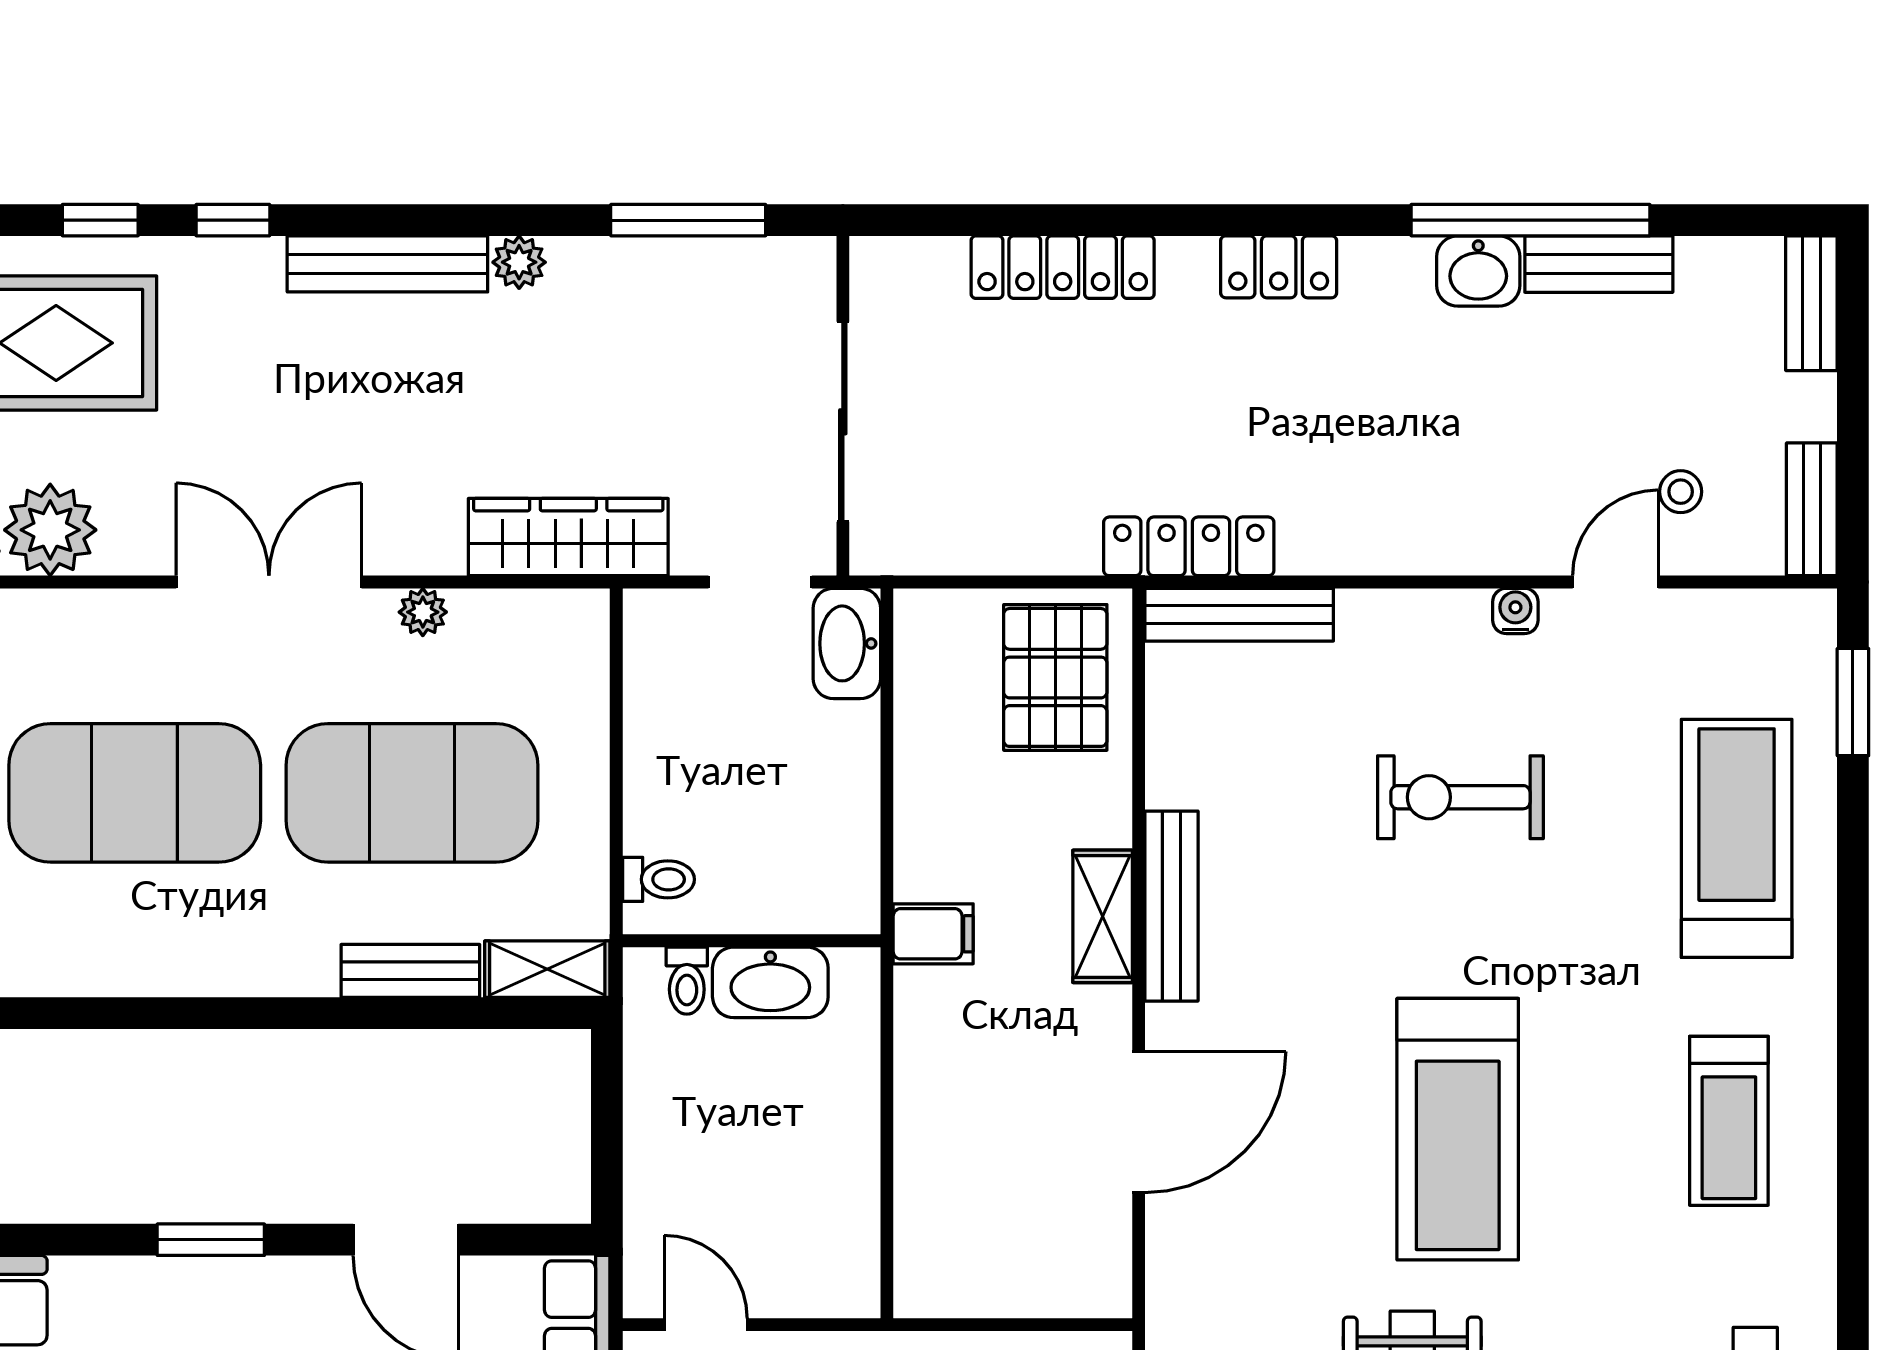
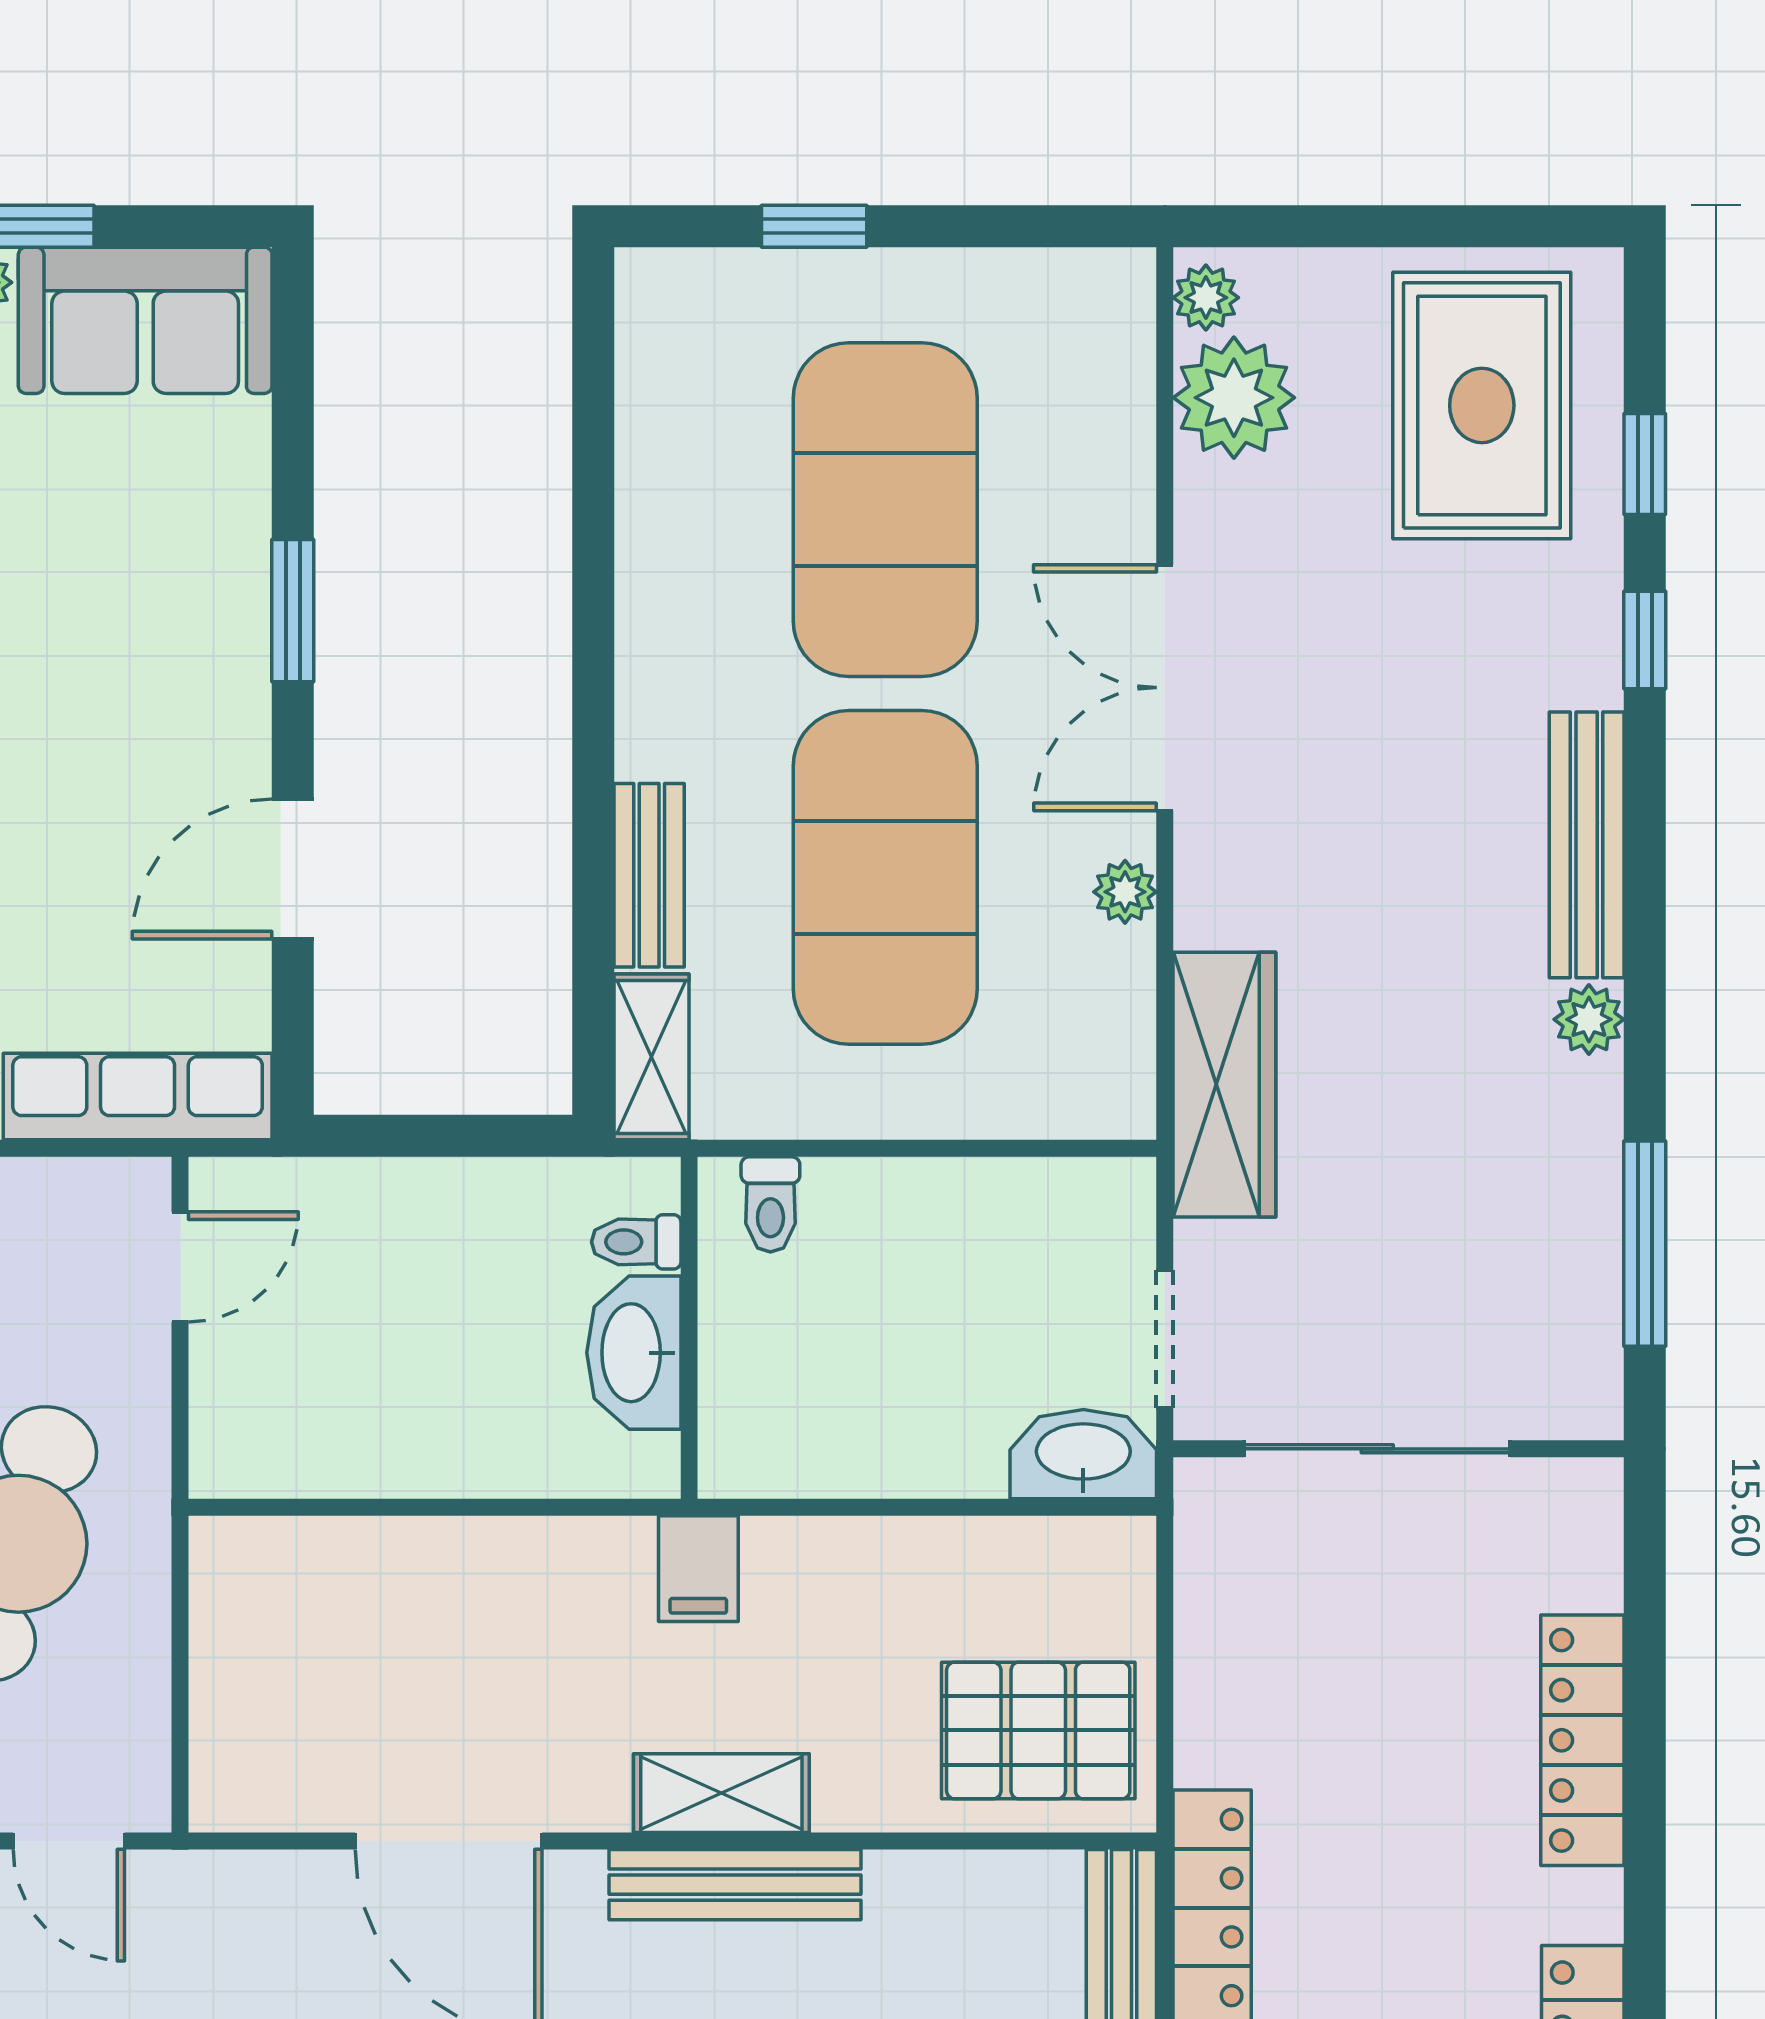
double door: (269, 582) -> (1165, 688), swing flipped

